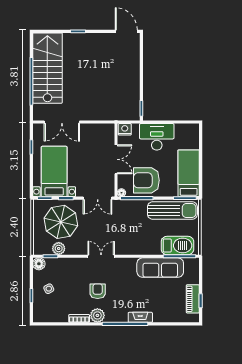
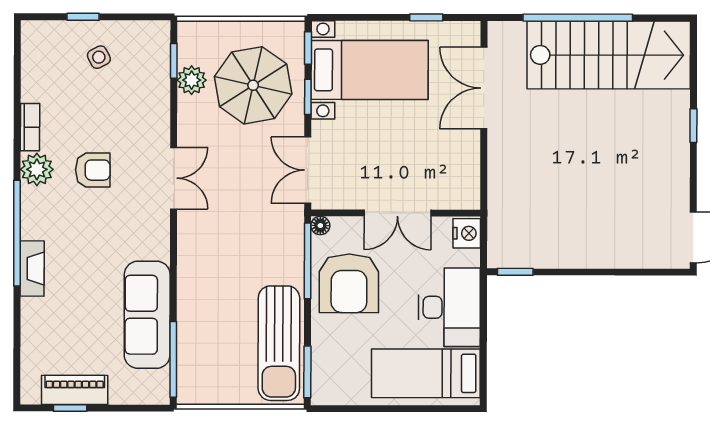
bed: (189, 173) -> (426, 373), moved, turned 180
armchair: (146, 180) -> (349, 283), turned 180
barbecue: (177, 245) -> (198, 355), removed
floor lamp: (39, 264) -> (156, 34), removed

